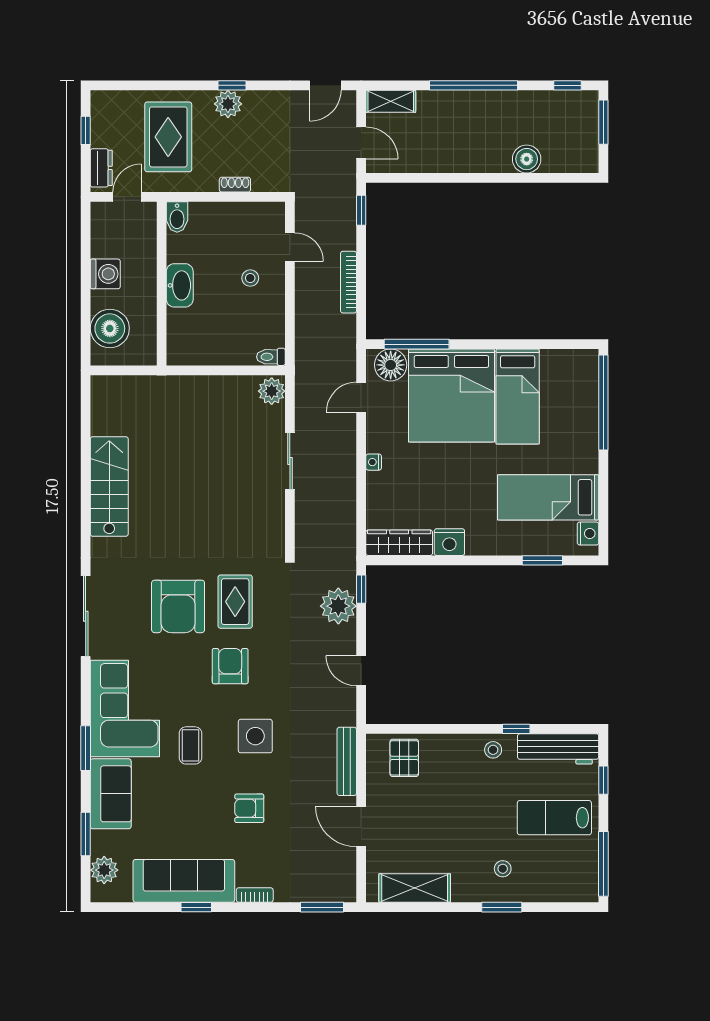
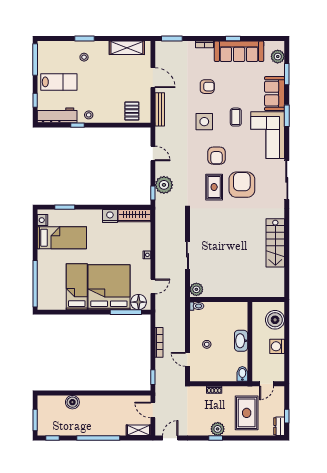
dresser: (101, 168) -> (279, 426), moved

